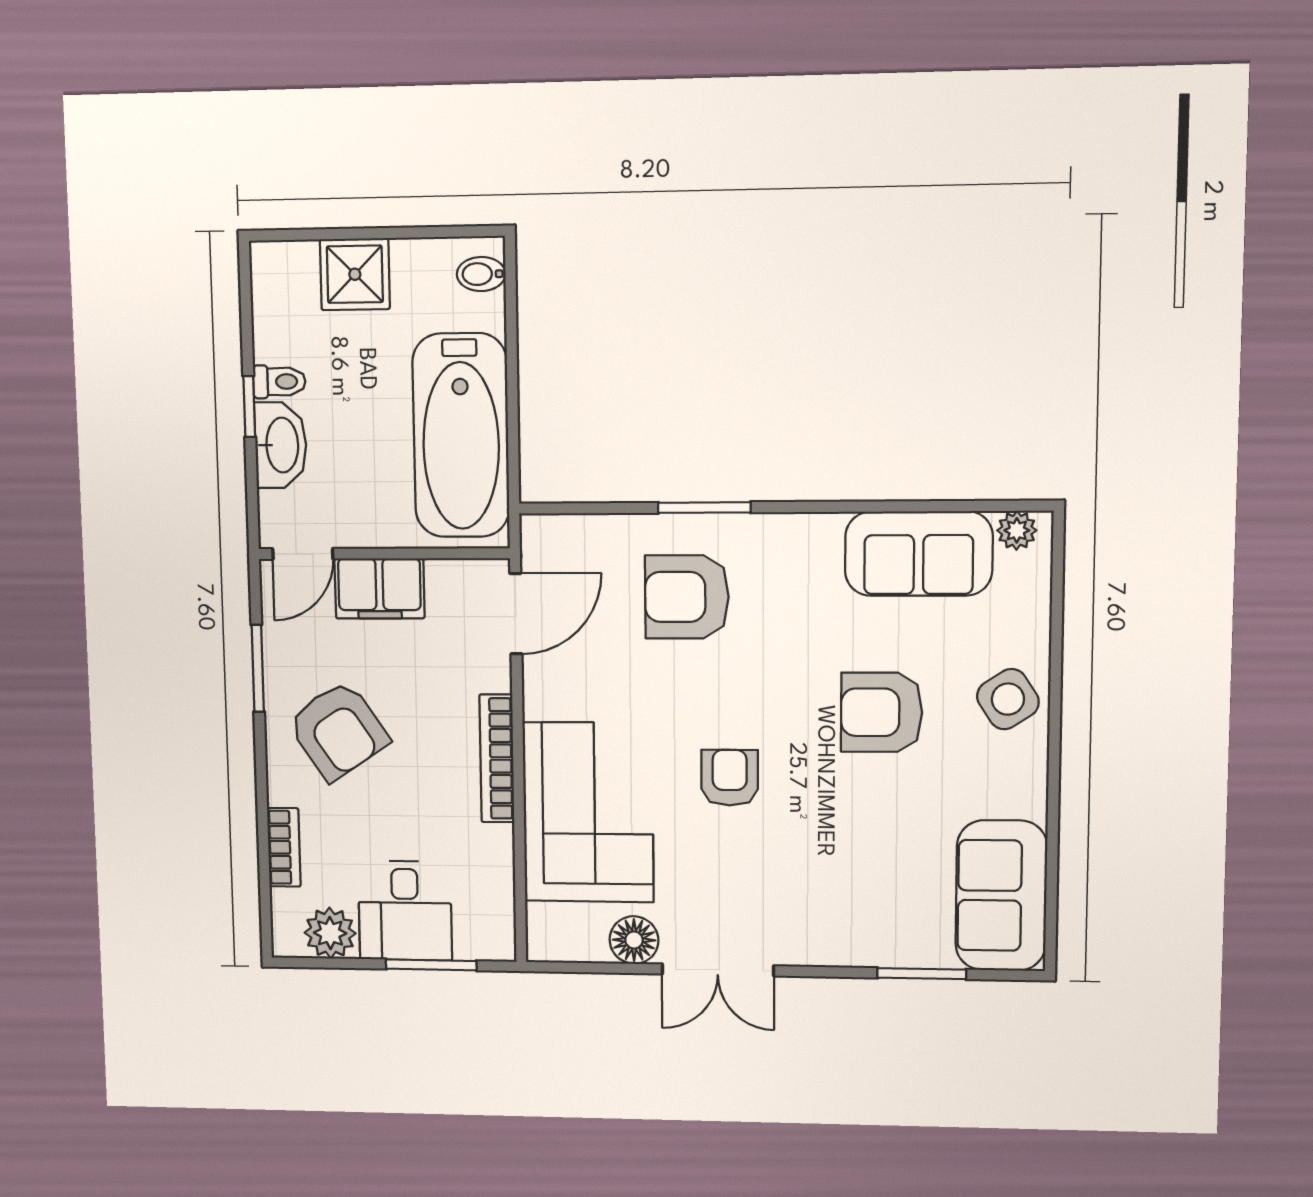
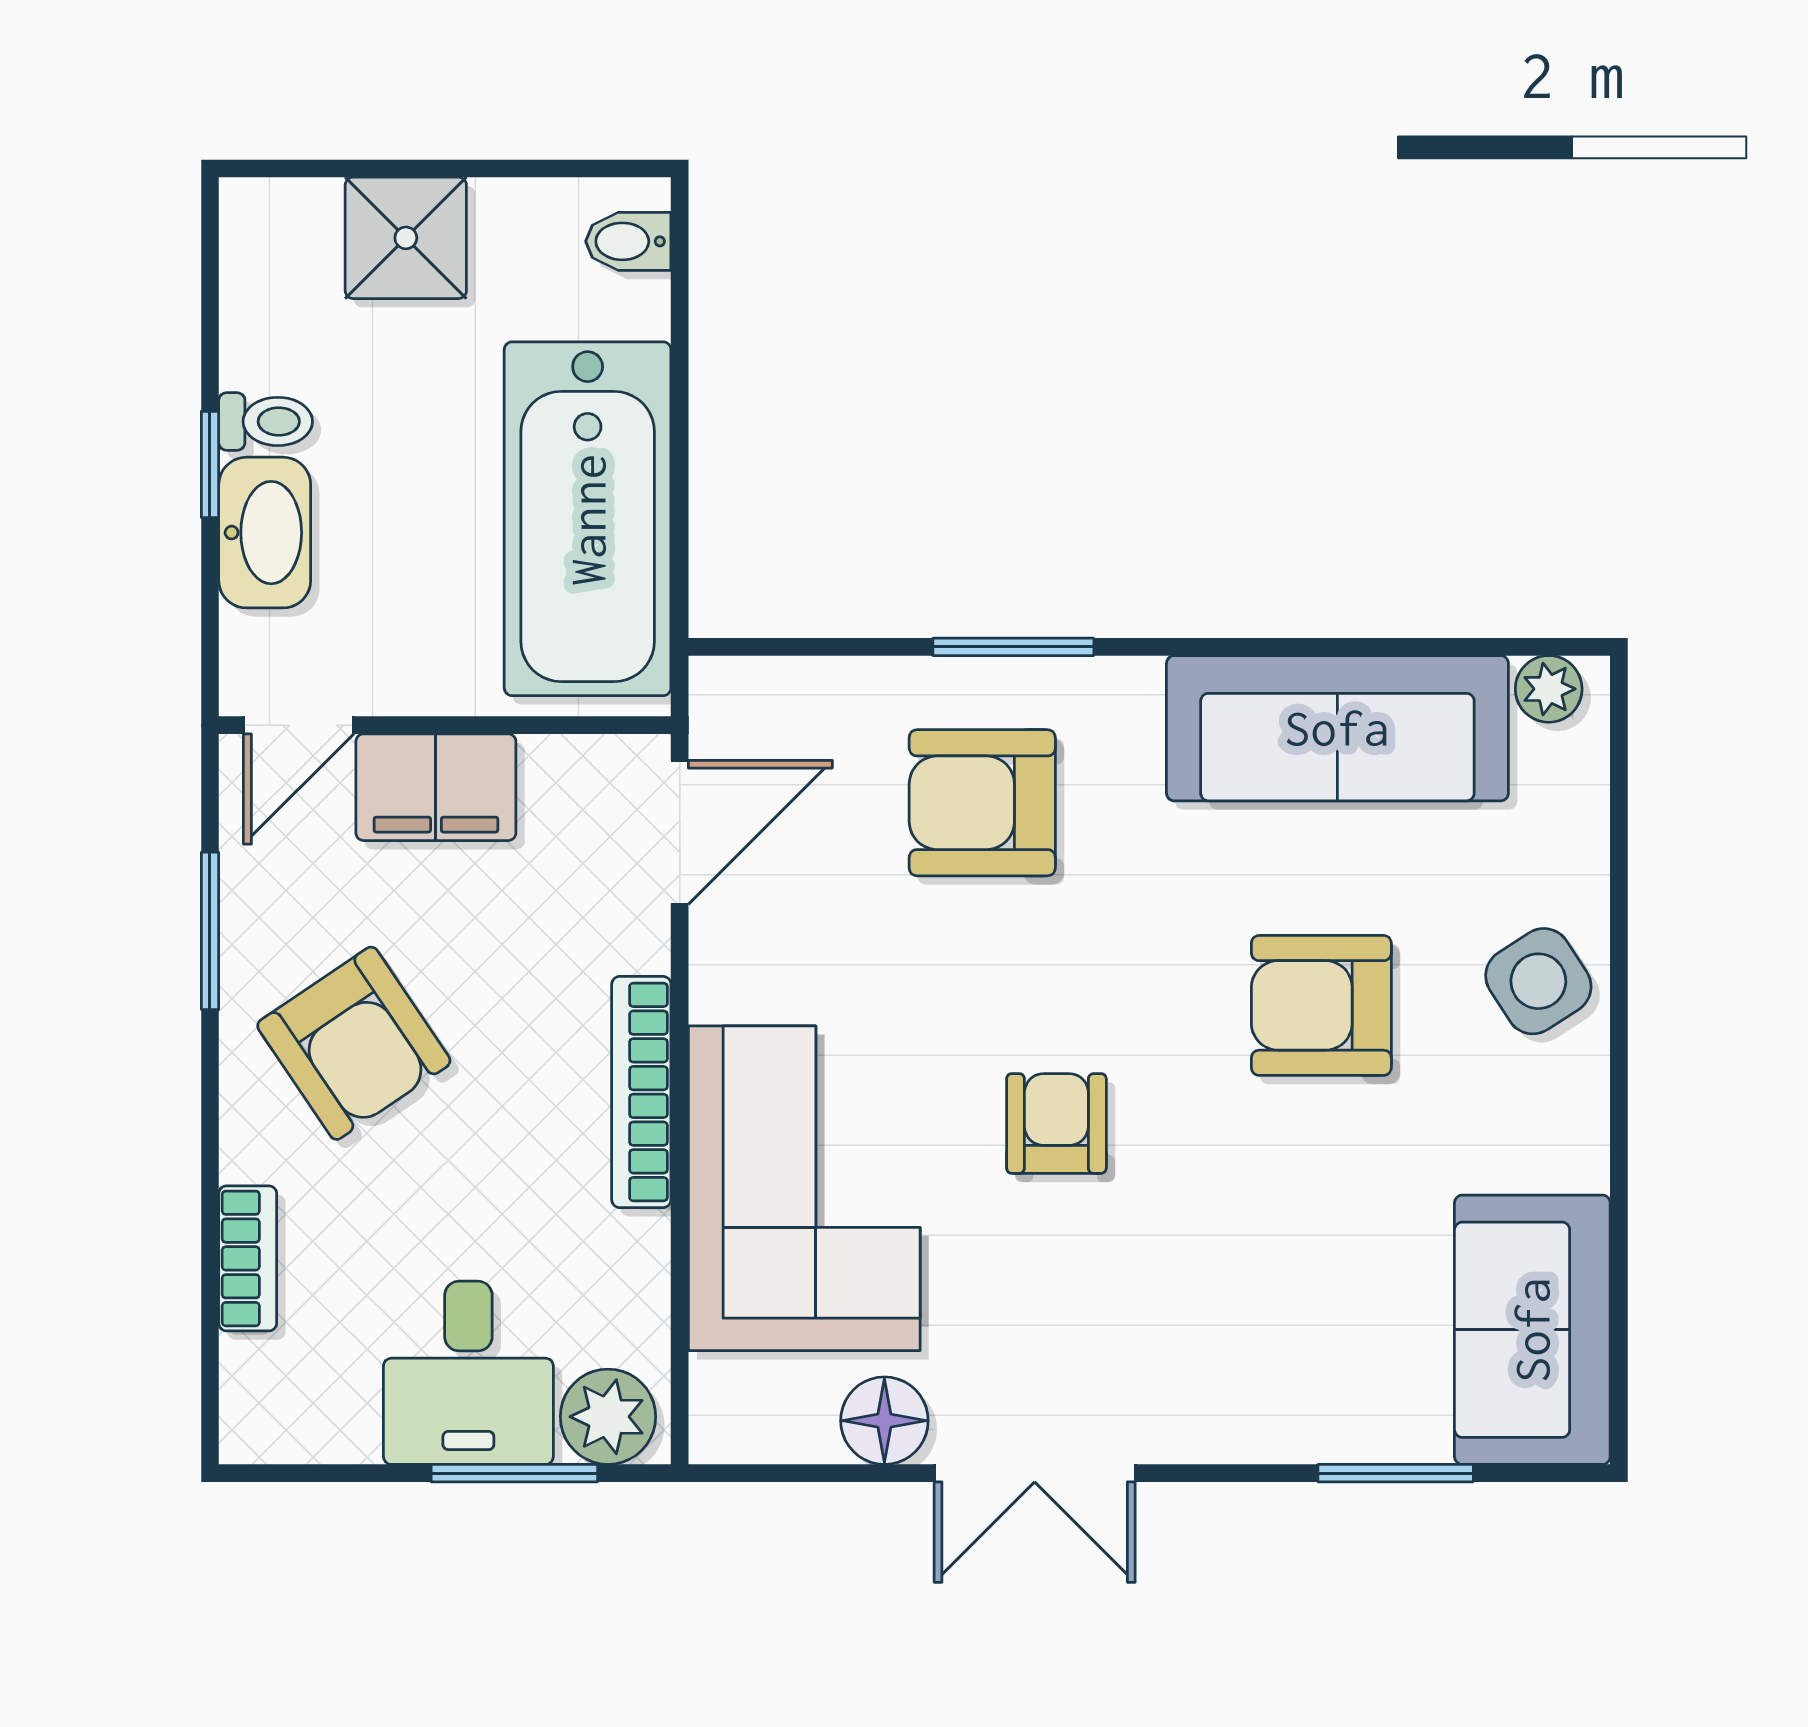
sofa: (919, 554) -> (1337, 728), width x1.36
plant: (330, 933) -> (608, 1417), moved

